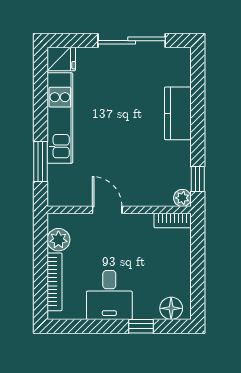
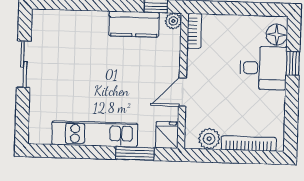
sliding door: (132, 41) -> (24, 64), width x0.73
fridge: (61, 59) -> (167, 135), moved
kitchen counter: (178, 113) -> (134, 24), moved
desk: (109, 295) -> (263, 68), moved

